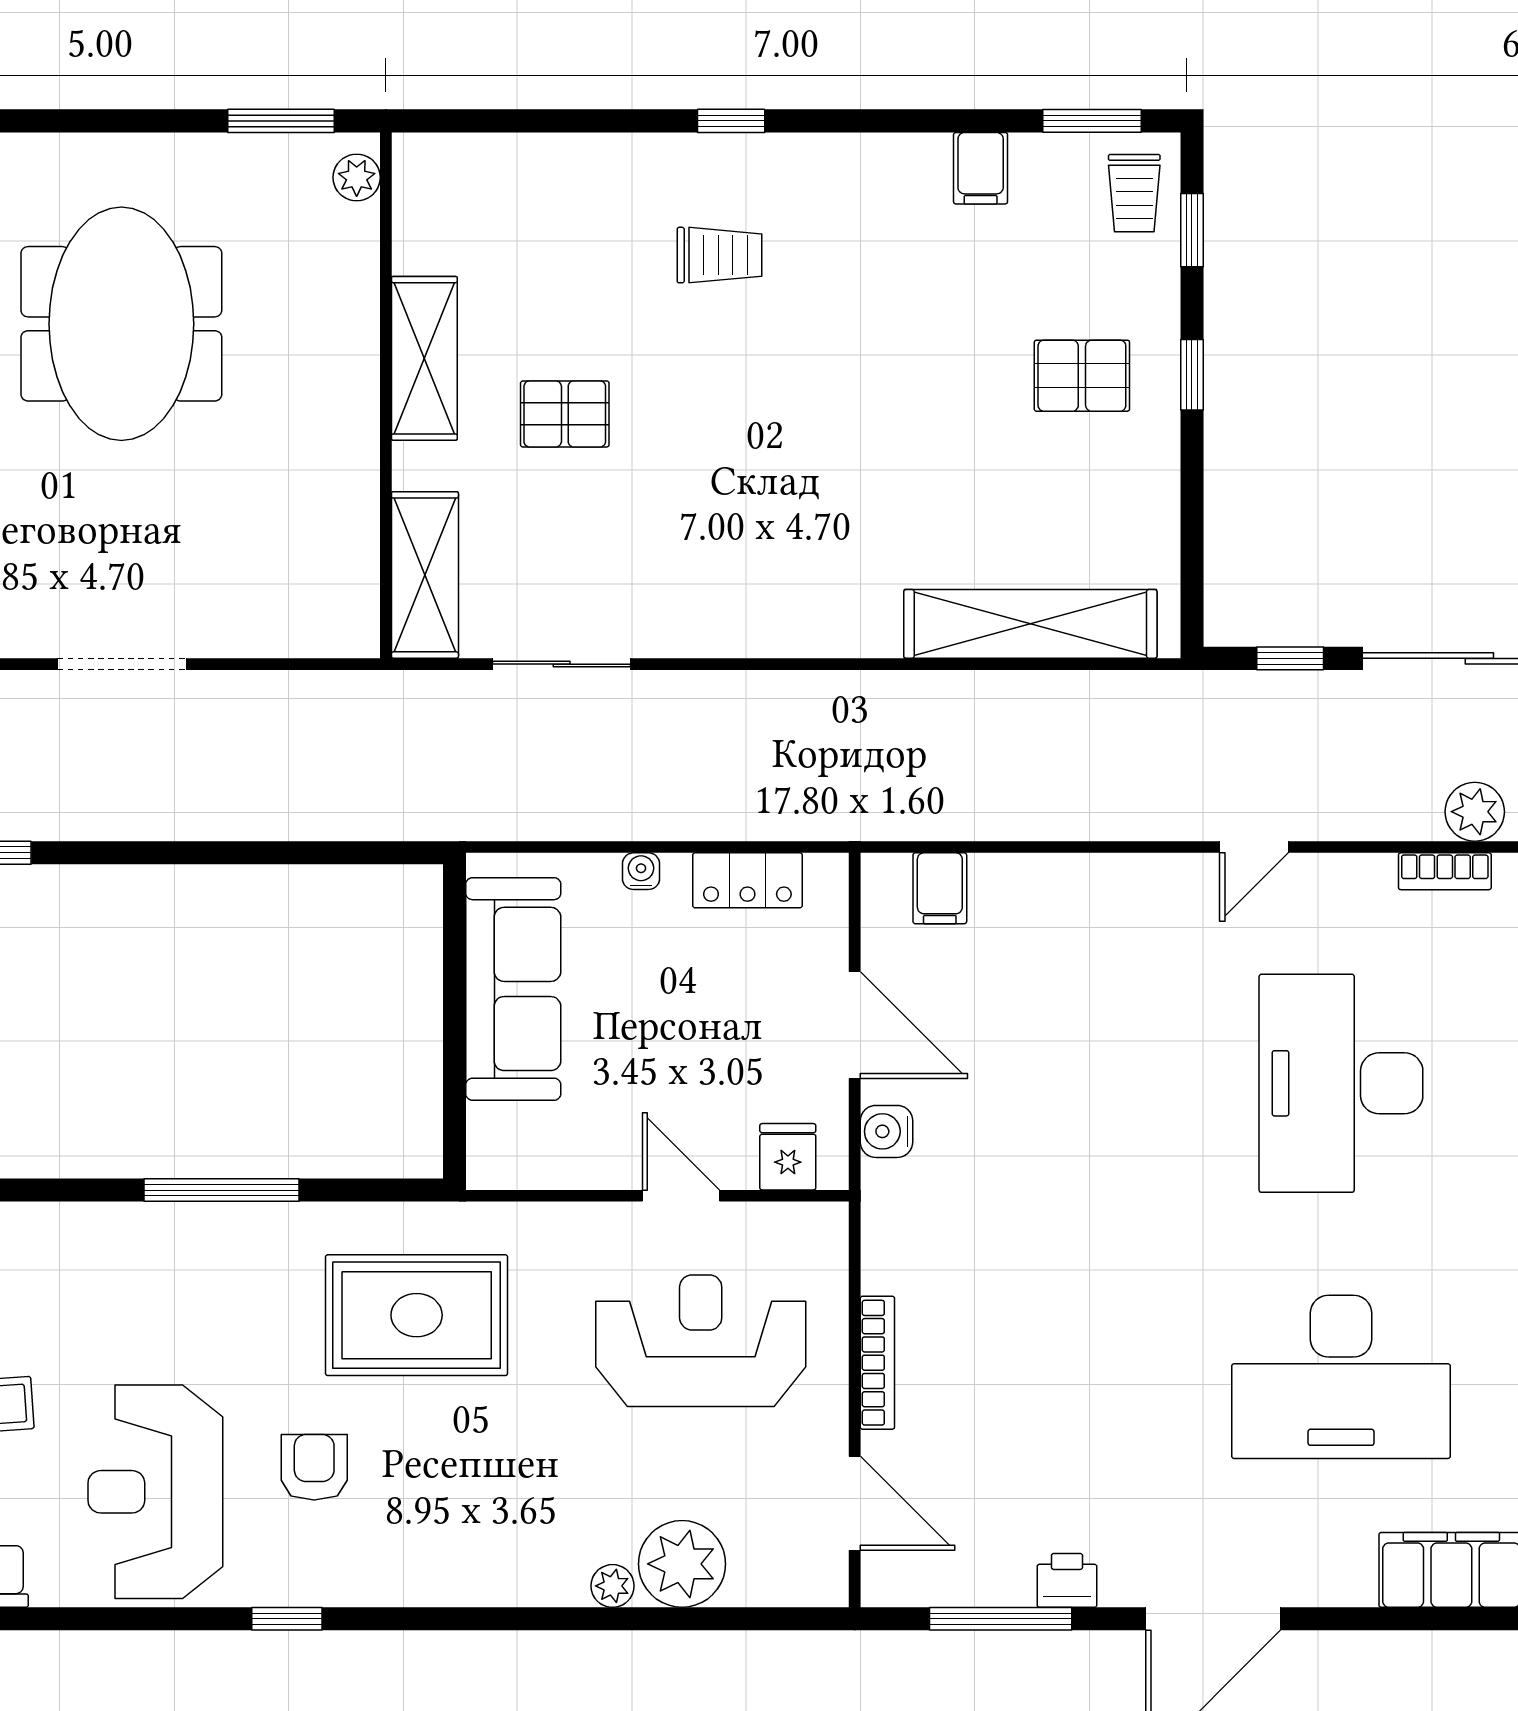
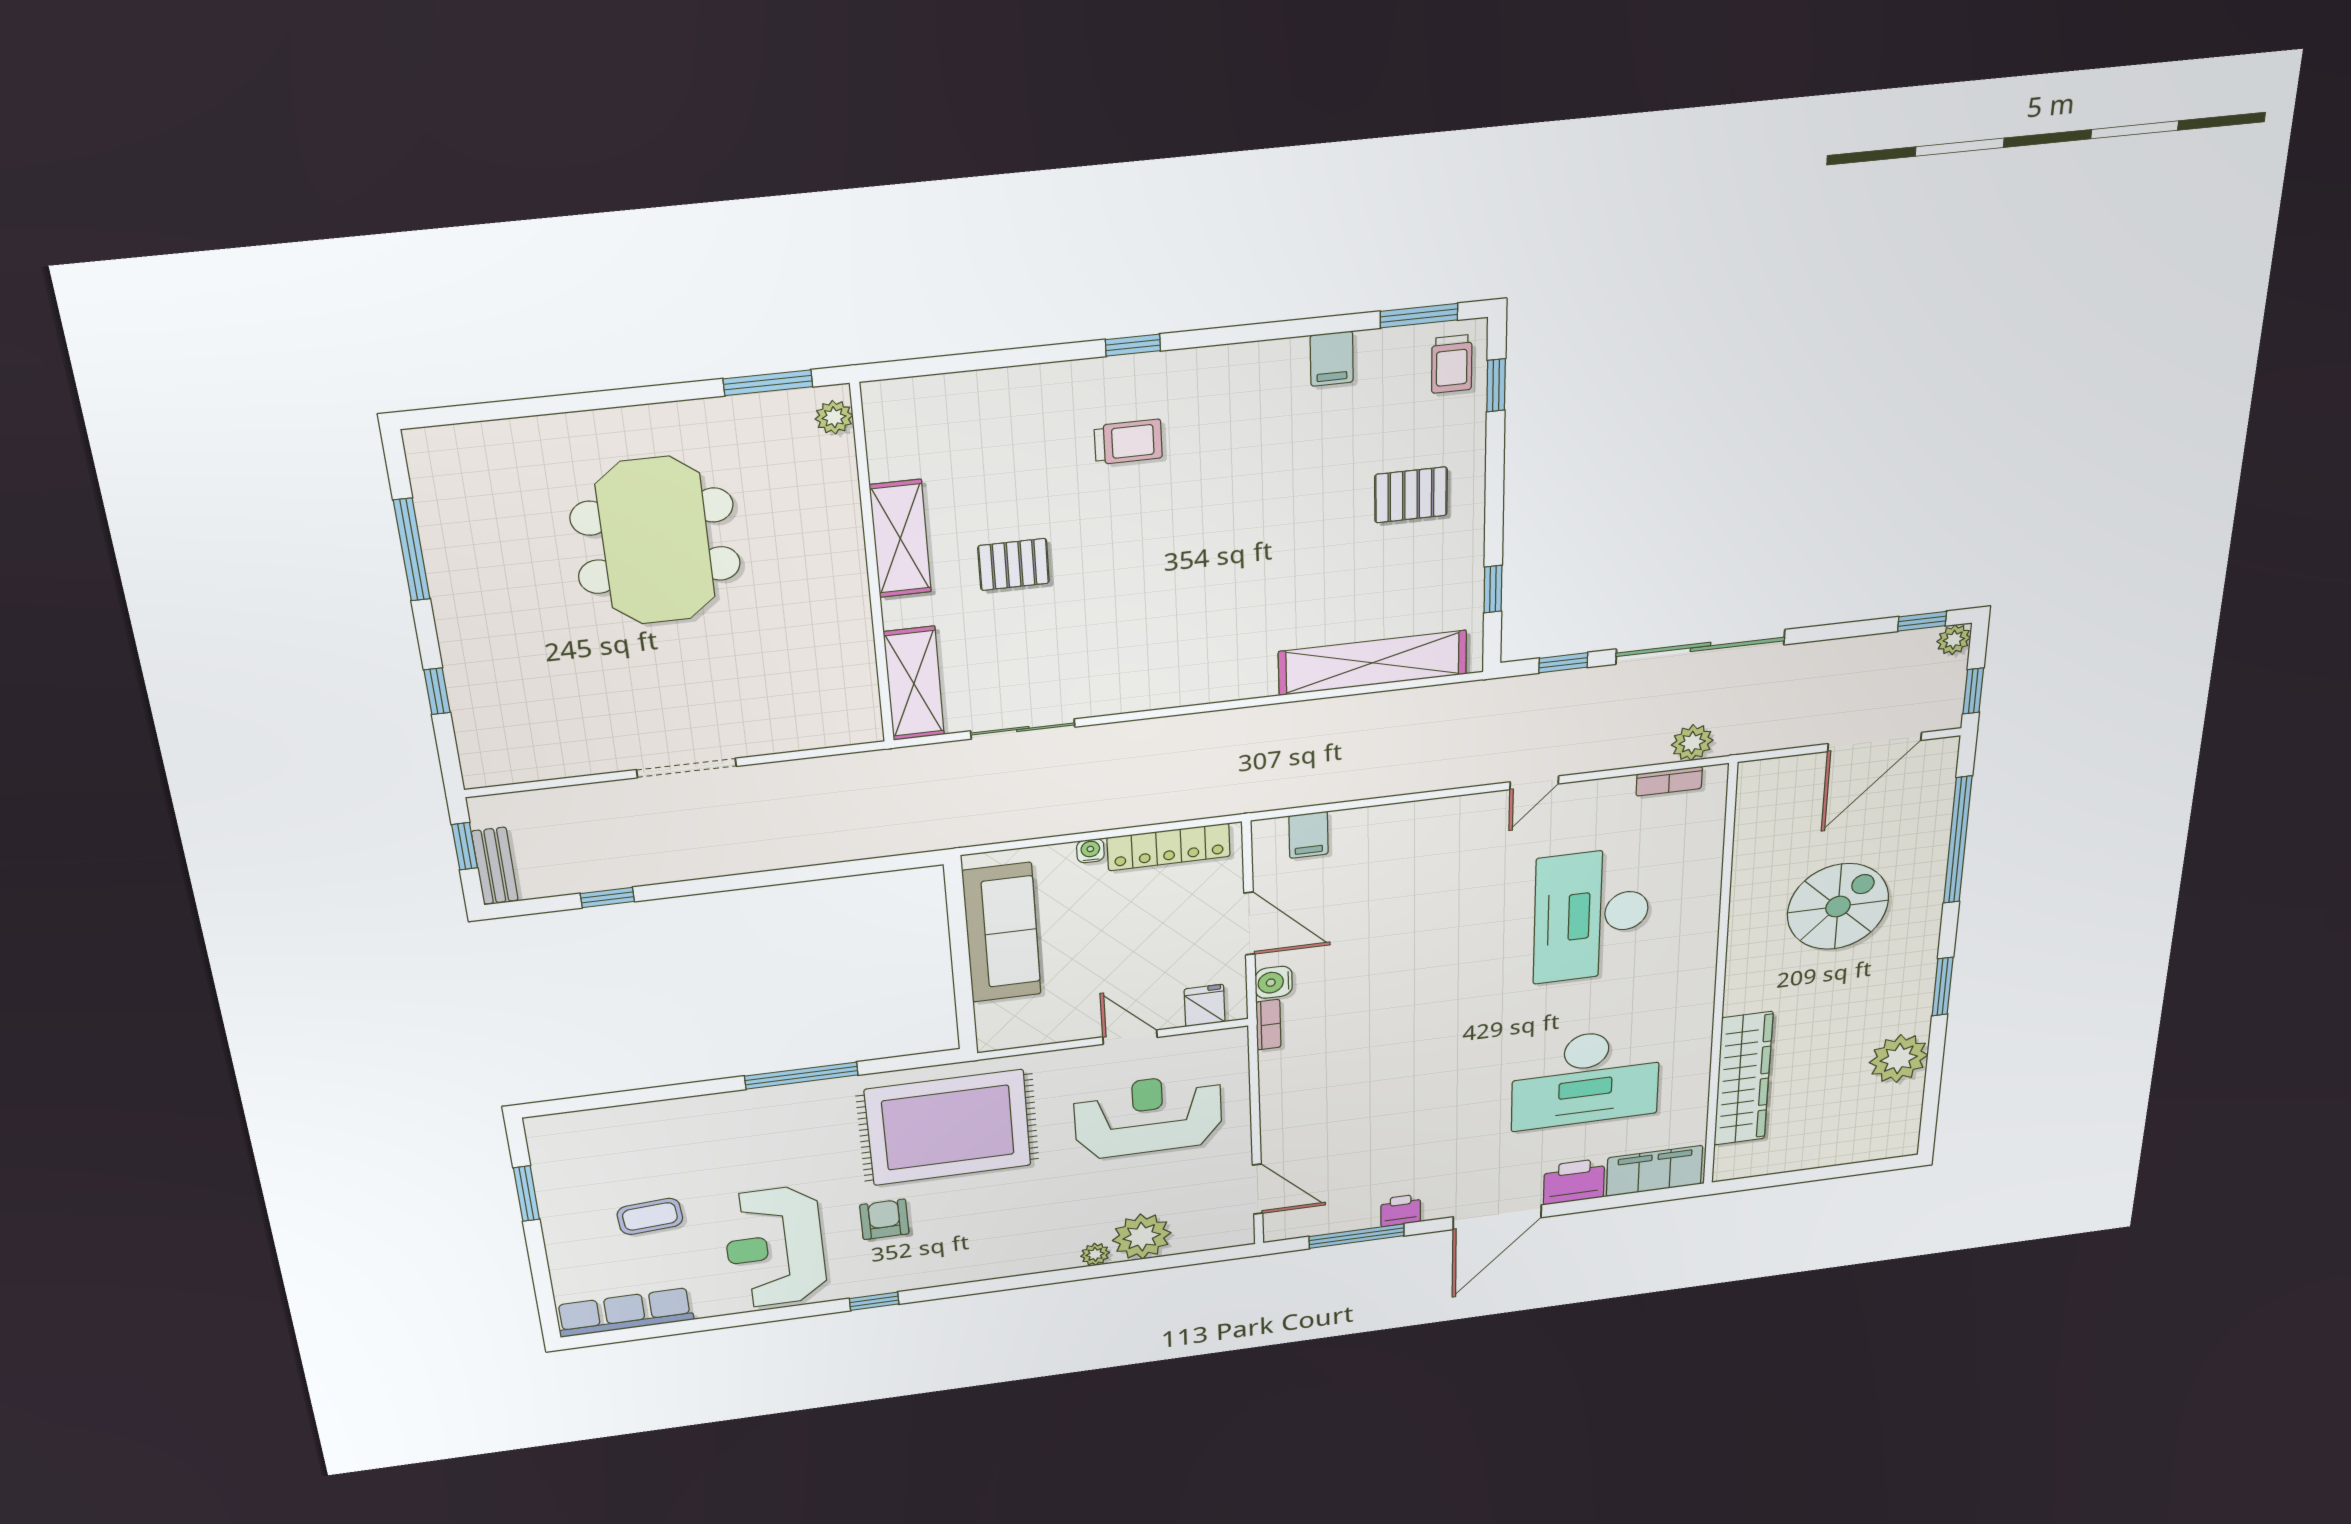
window: (1192, 375) -> (1493, 589), moved
locker: (747, 880) -> (1169, 847), width x1.53
rug: (417, 1315) -> (948, 1128), width x1.37, depth x1.44
bookcase: (877, 1363) -> (1268, 1025), moved, width x0.64
printer: (1329, 1570) -> (1574, 1182), added

